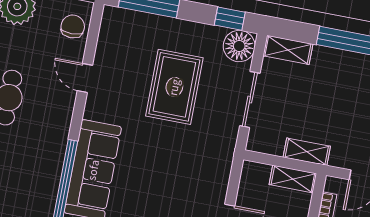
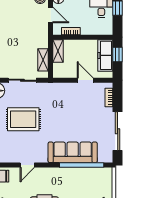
shelving: (307, 152) -> (43, 60), moved

